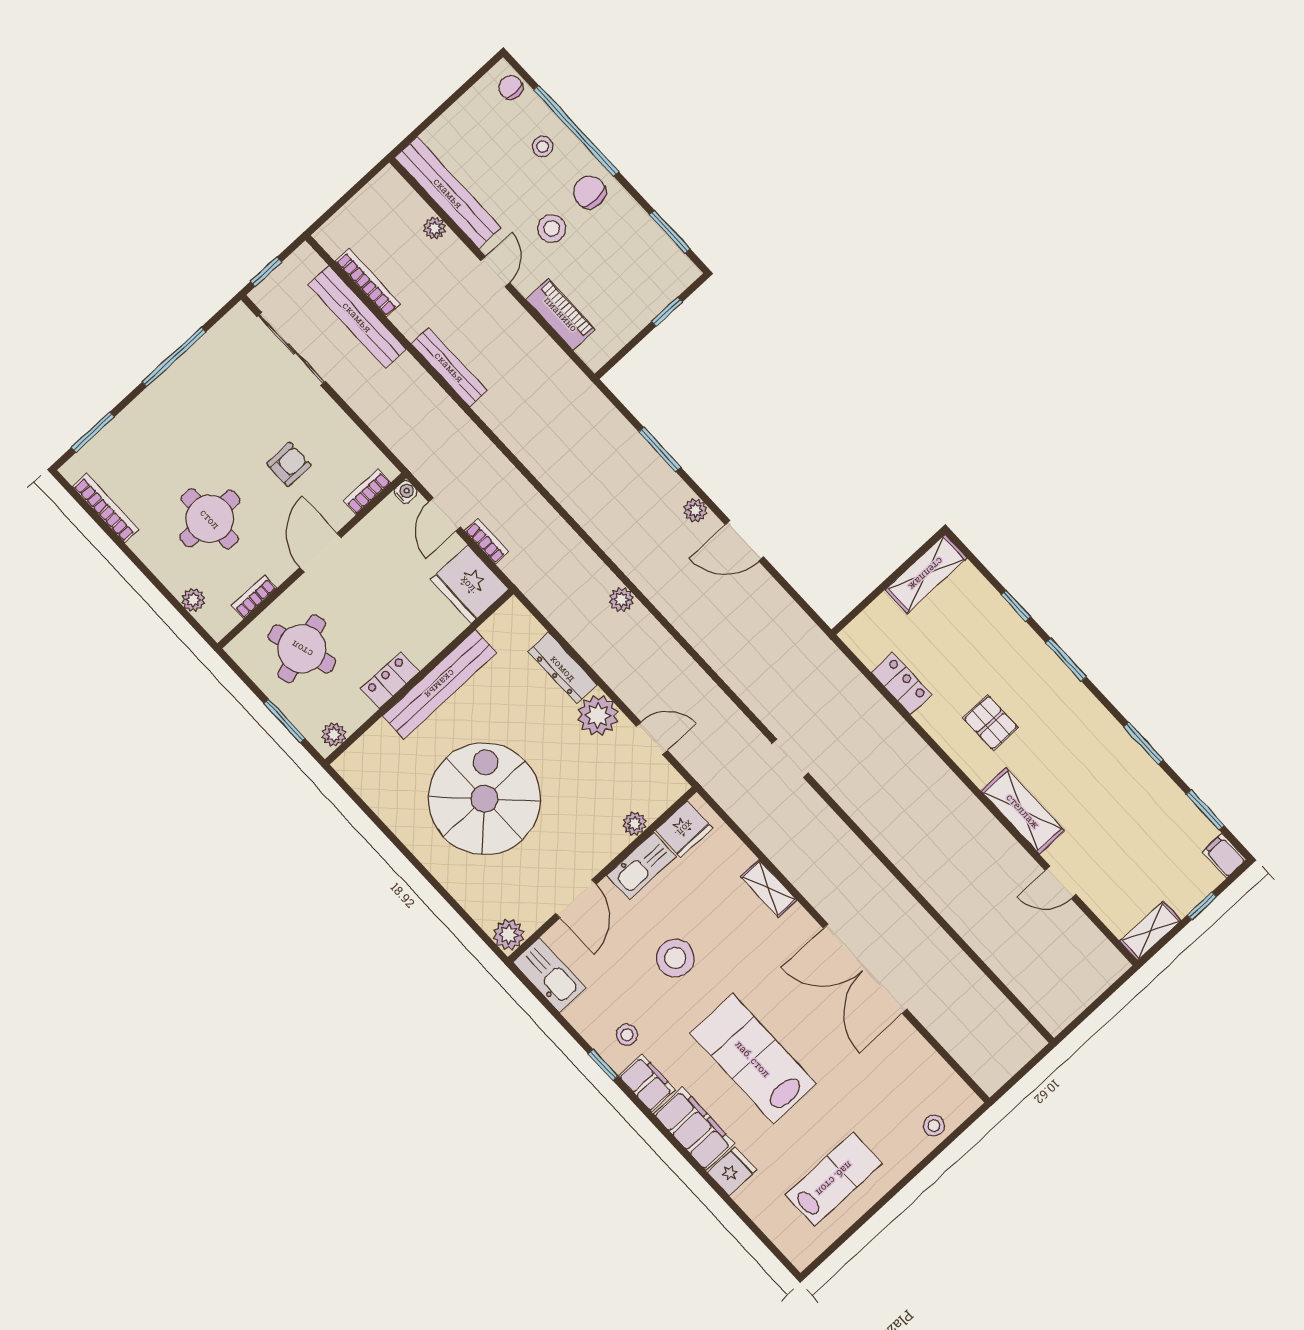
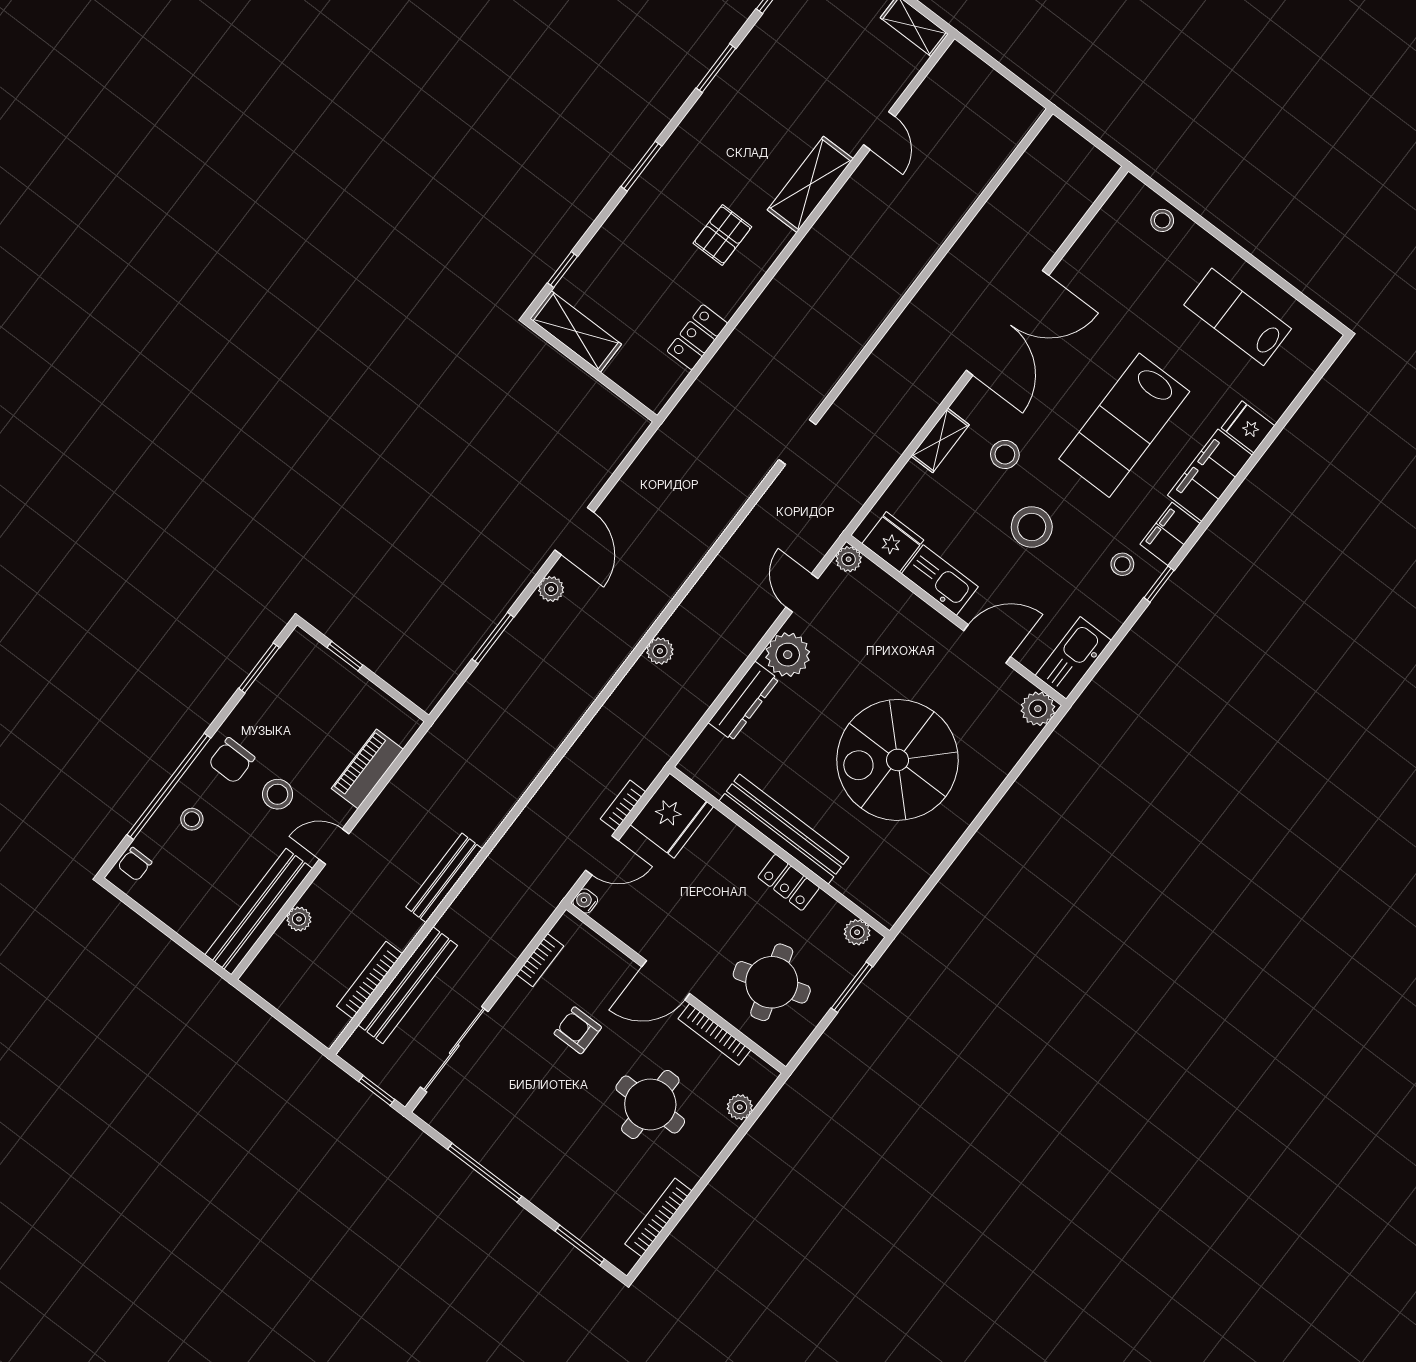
bookcase: (367, 492) -> (540, 960), moved, turned -90
bookcase: (254, 597) -> (714, 1034), width x1.56
window: (1016, 606) -> (563, 270), moved
plant: (635, 824) -> (849, 559), moved
stool: (746, 945) -> (1005, 454), added

